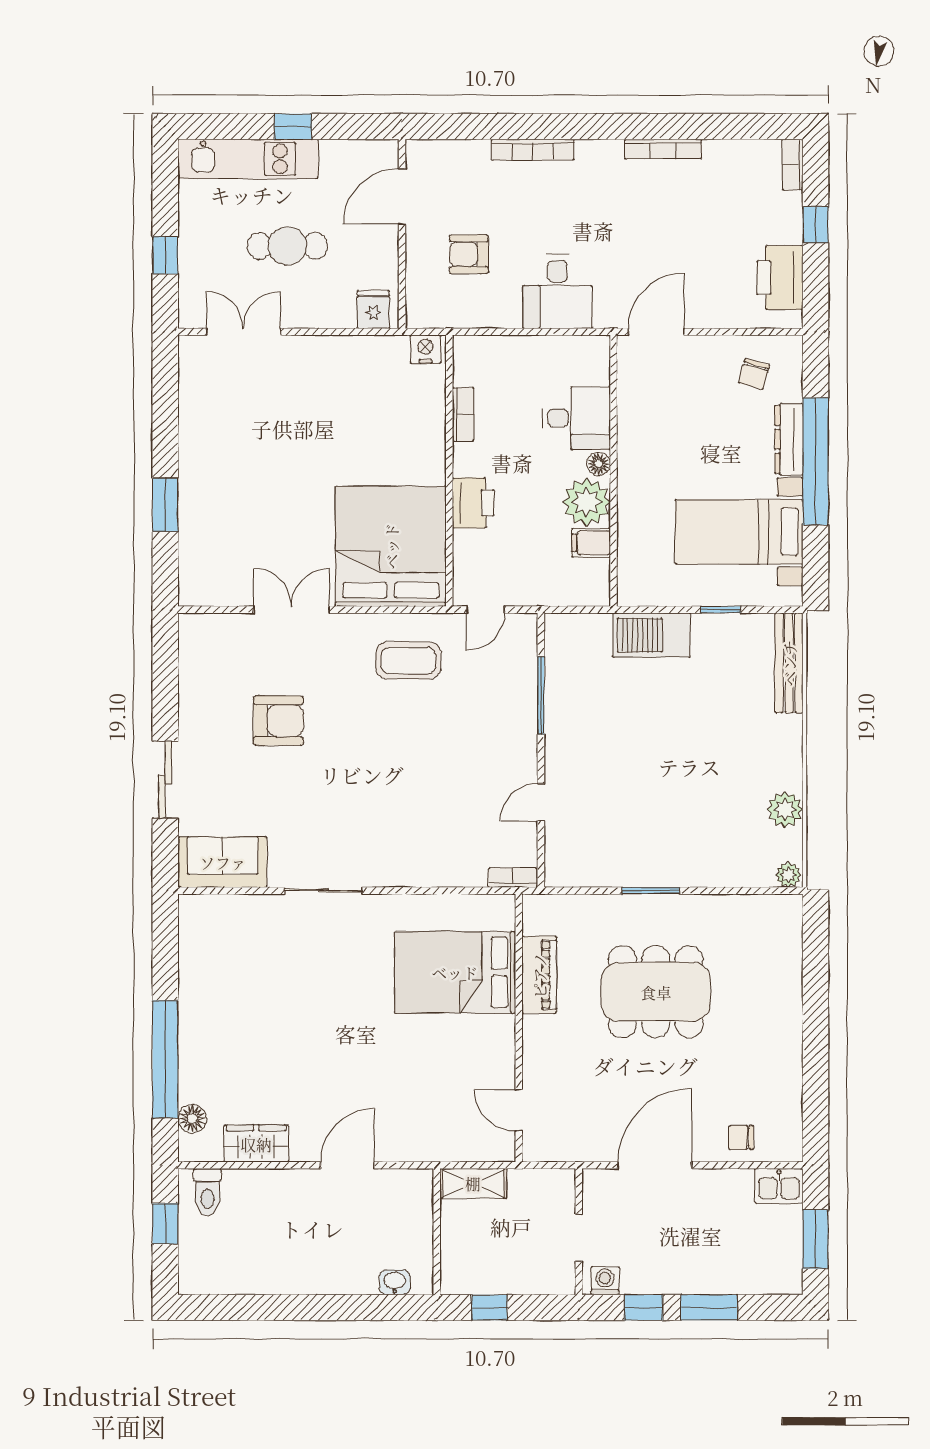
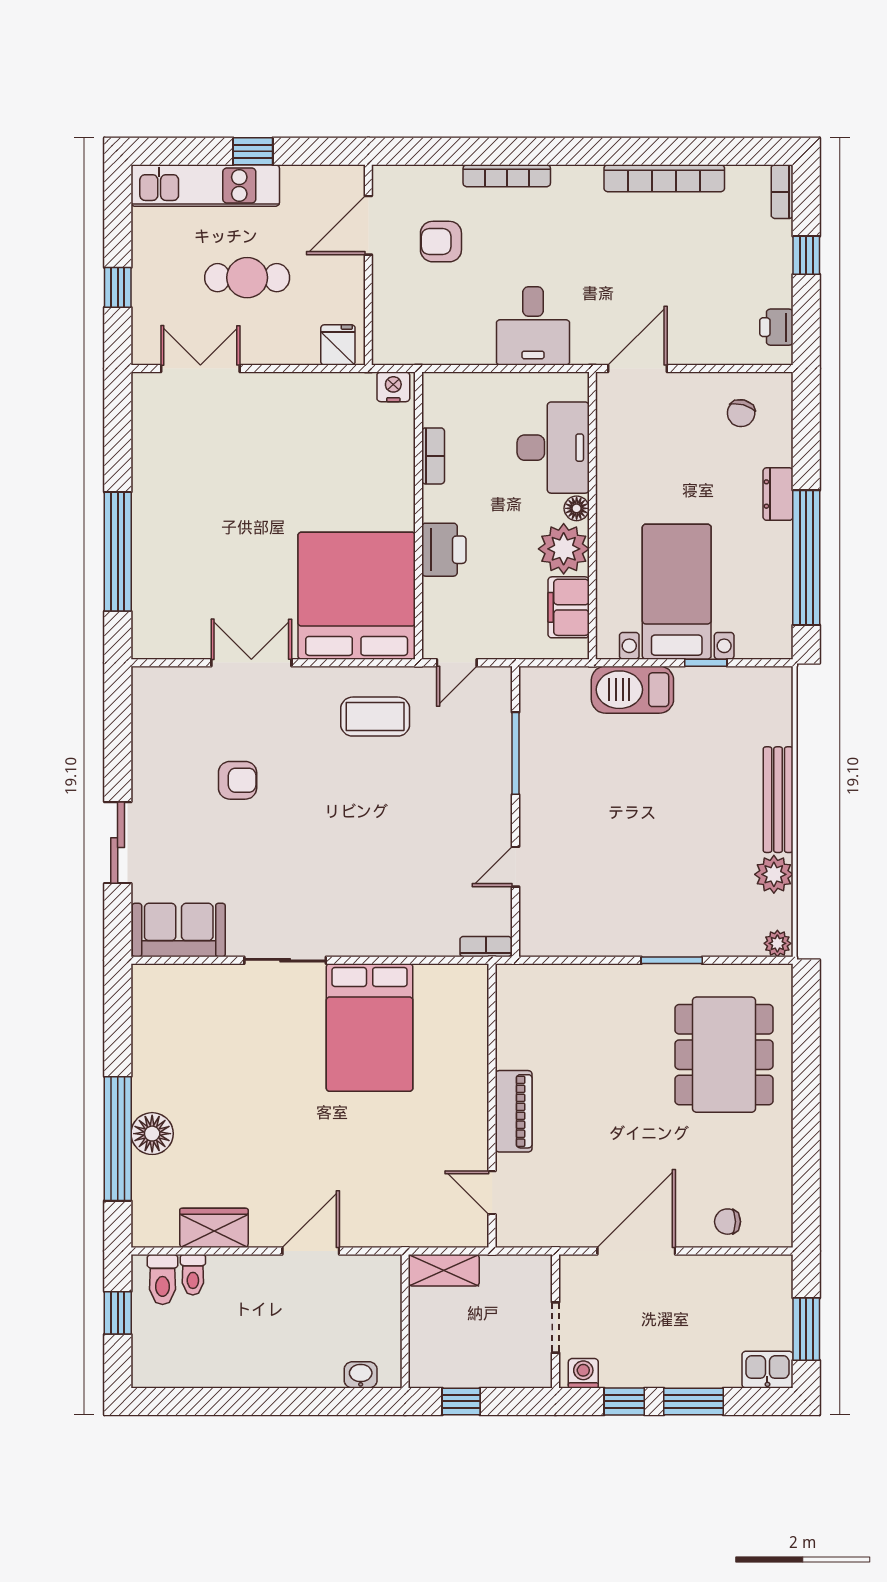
bookcase: (663, 149) -> (664, 178), width x1.48, depth x1.31
armchair: (469, 254) -> (441, 242), moved
printer: (780, 278) -> (776, 327), width x0.53, depth x0.68
desk: (576, 418) -> (553, 448), width x1.37
dresser: (789, 439) -> (778, 494), width x0.70
window: (816, 461) -> (806, 558), moved
window: (165, 505) -> (118, 552), width x2.11
bed with nightstands: (739, 532) -> (677, 592), moved, turned 90
filing cabinet: (591, 543) -> (569, 607), width x2.00
bench: (789, 663) -> (778, 800), moved
armchair: (278, 721) -> (238, 780), width x0.72, depth x0.72
window: (651, 891) -> (672, 960), moved
bed: (455, 972) -> (370, 1028), moved, turned -90
piano: (539, 975) -> (514, 1111), moved
dining table: (656, 992) -> (724, 1055), moved, turned 90
floor lamp: (192, 1119) -> (152, 1134), moved, width x1.38, depth x1.38
kitchen sink: (779, 1186) -> (767, 1370), moved, turned 180
toilet: (236, 1188) -> (193, 1275), added

